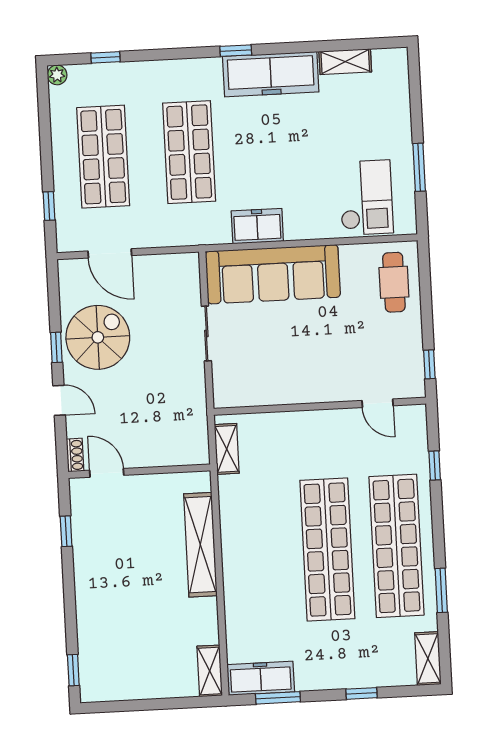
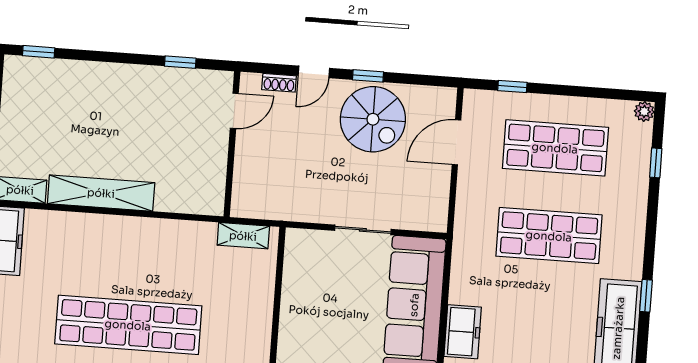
freezer: (257, 226) -> (463, 332), moved
shoe rack: (75, 455) -> (279, 83), moved
shelving: (200, 545) -> (101, 193), moved

